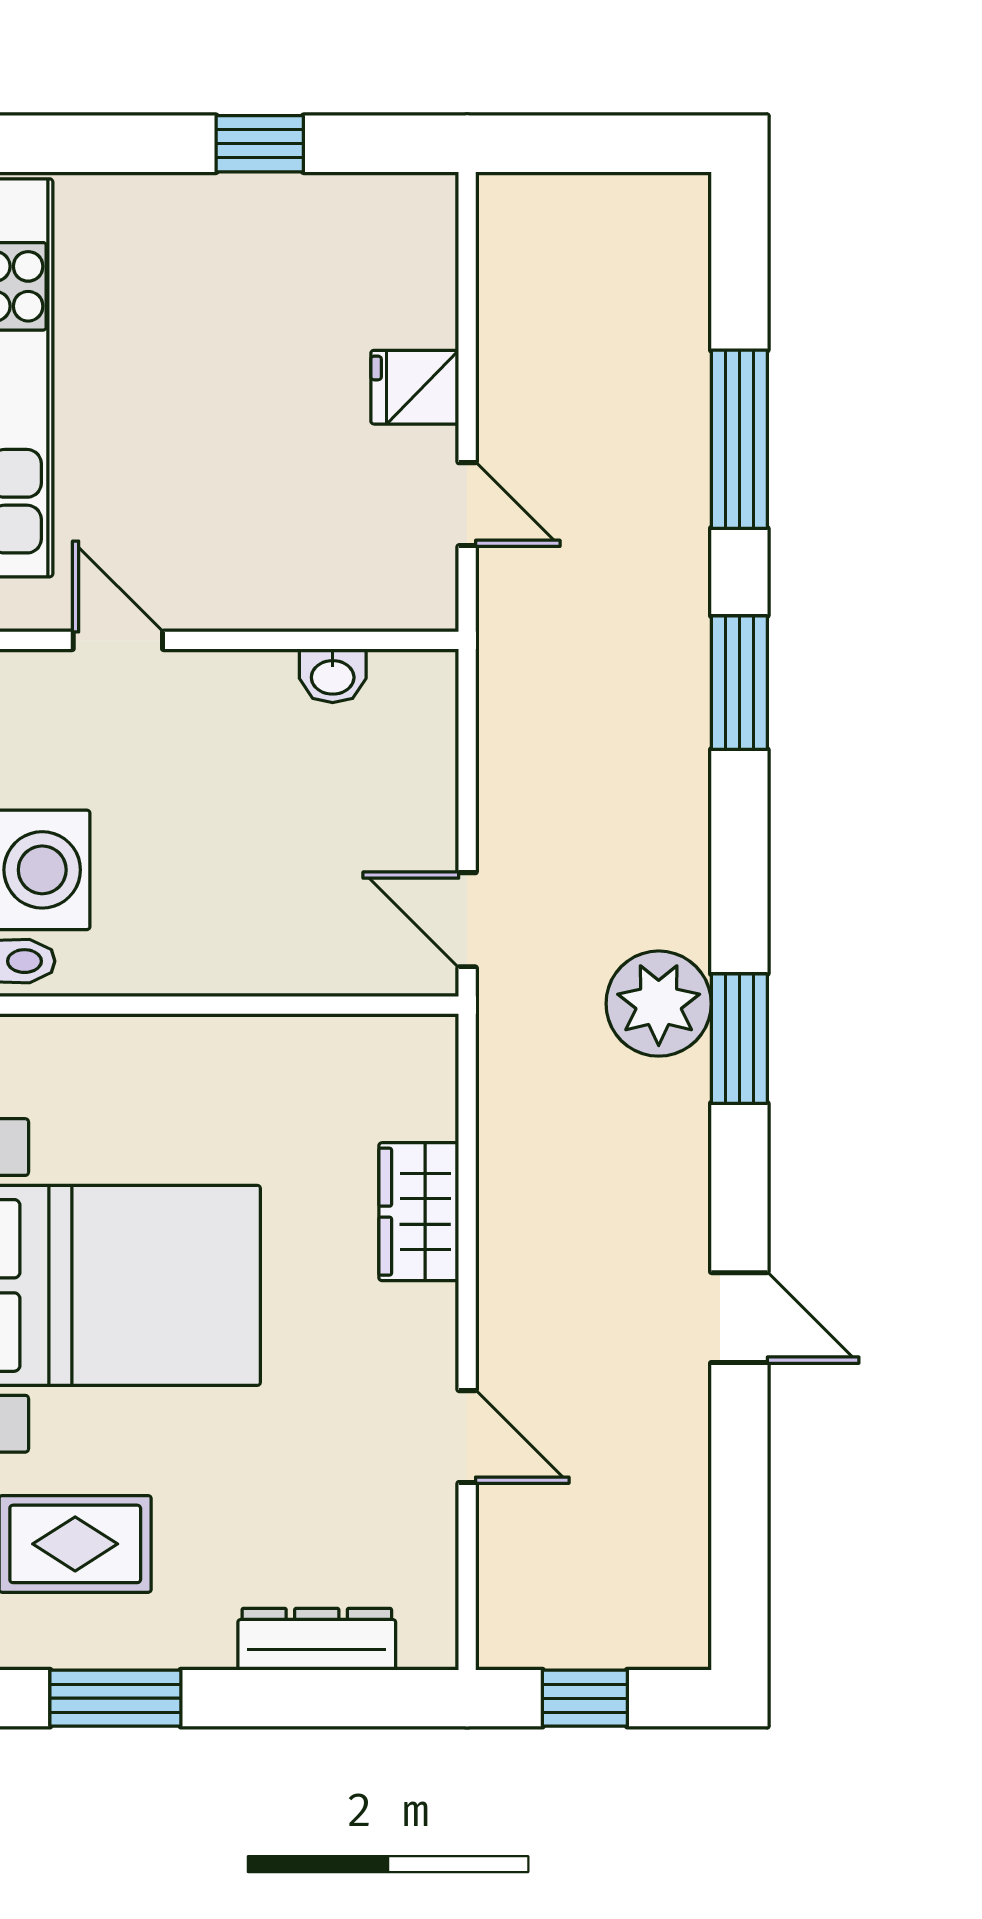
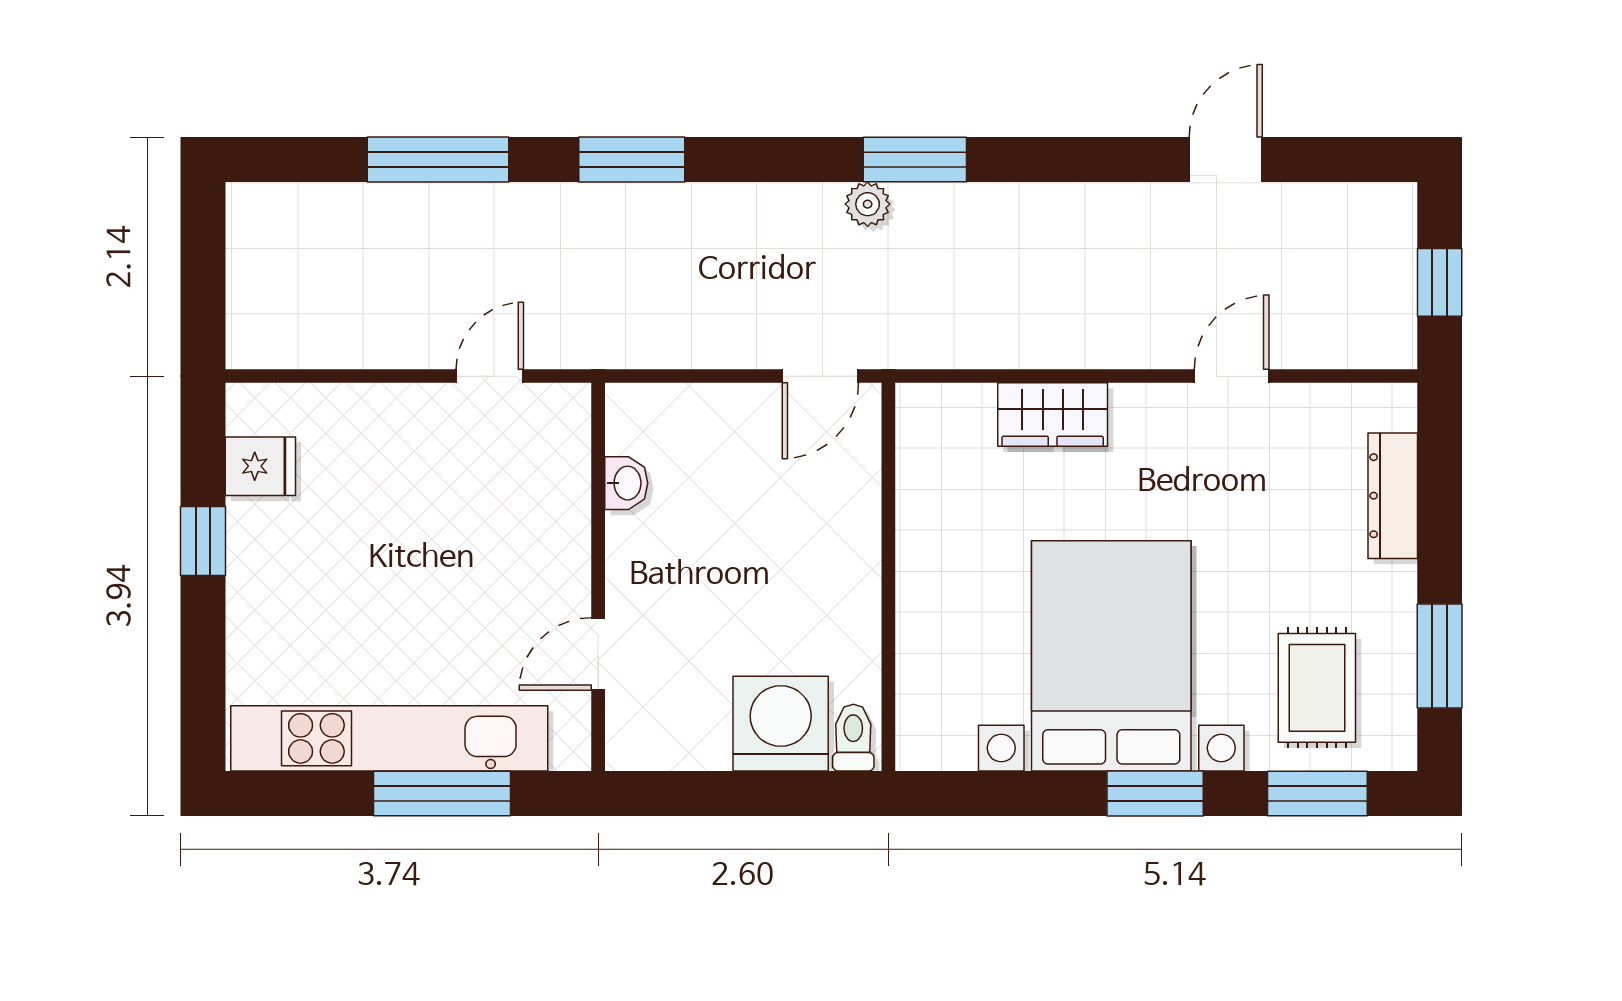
fridge: (415, 387) -> (260, 466), moved, turned -90
plant: (659, 1004) -> (868, 204), width x0.53, depth x0.53
door: (739, 1318) -> (1226, 160), moved

